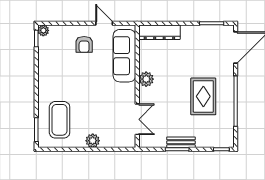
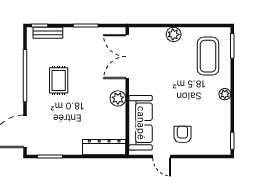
plant: (43, 30) -> (225, 94), moved
rug: (203, 96) -> (59, 80), width x0.73, depth x0.70
double door: (137, 119) -> (127, 57), width x1.37
bench: (181, 142) -> (48, 33), moved

